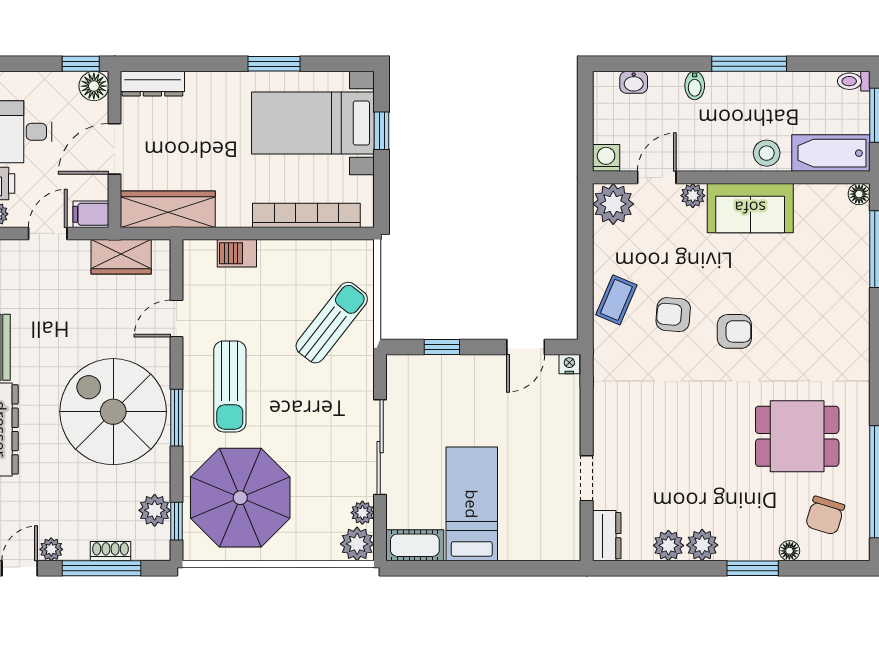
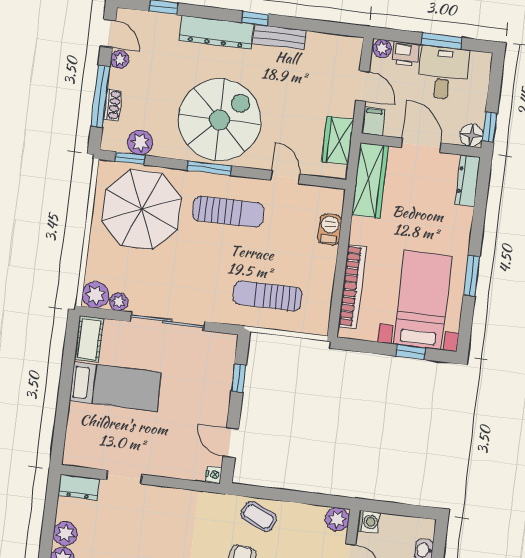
plant: (613, 204) -> (337, 519), width x0.73, depth x0.73
sun lounger: (332, 323) -> (268, 296), turned 142
sun lounger: (230, 386) -> (228, 212), turned 180

